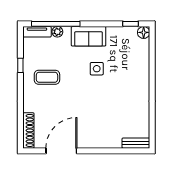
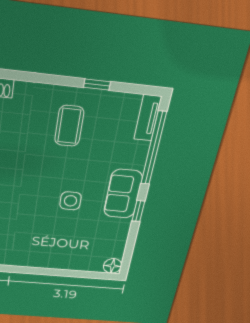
window: (131, 24) -> (138, 211), moved
plant: (57, 32) -> (140, 150), removed

